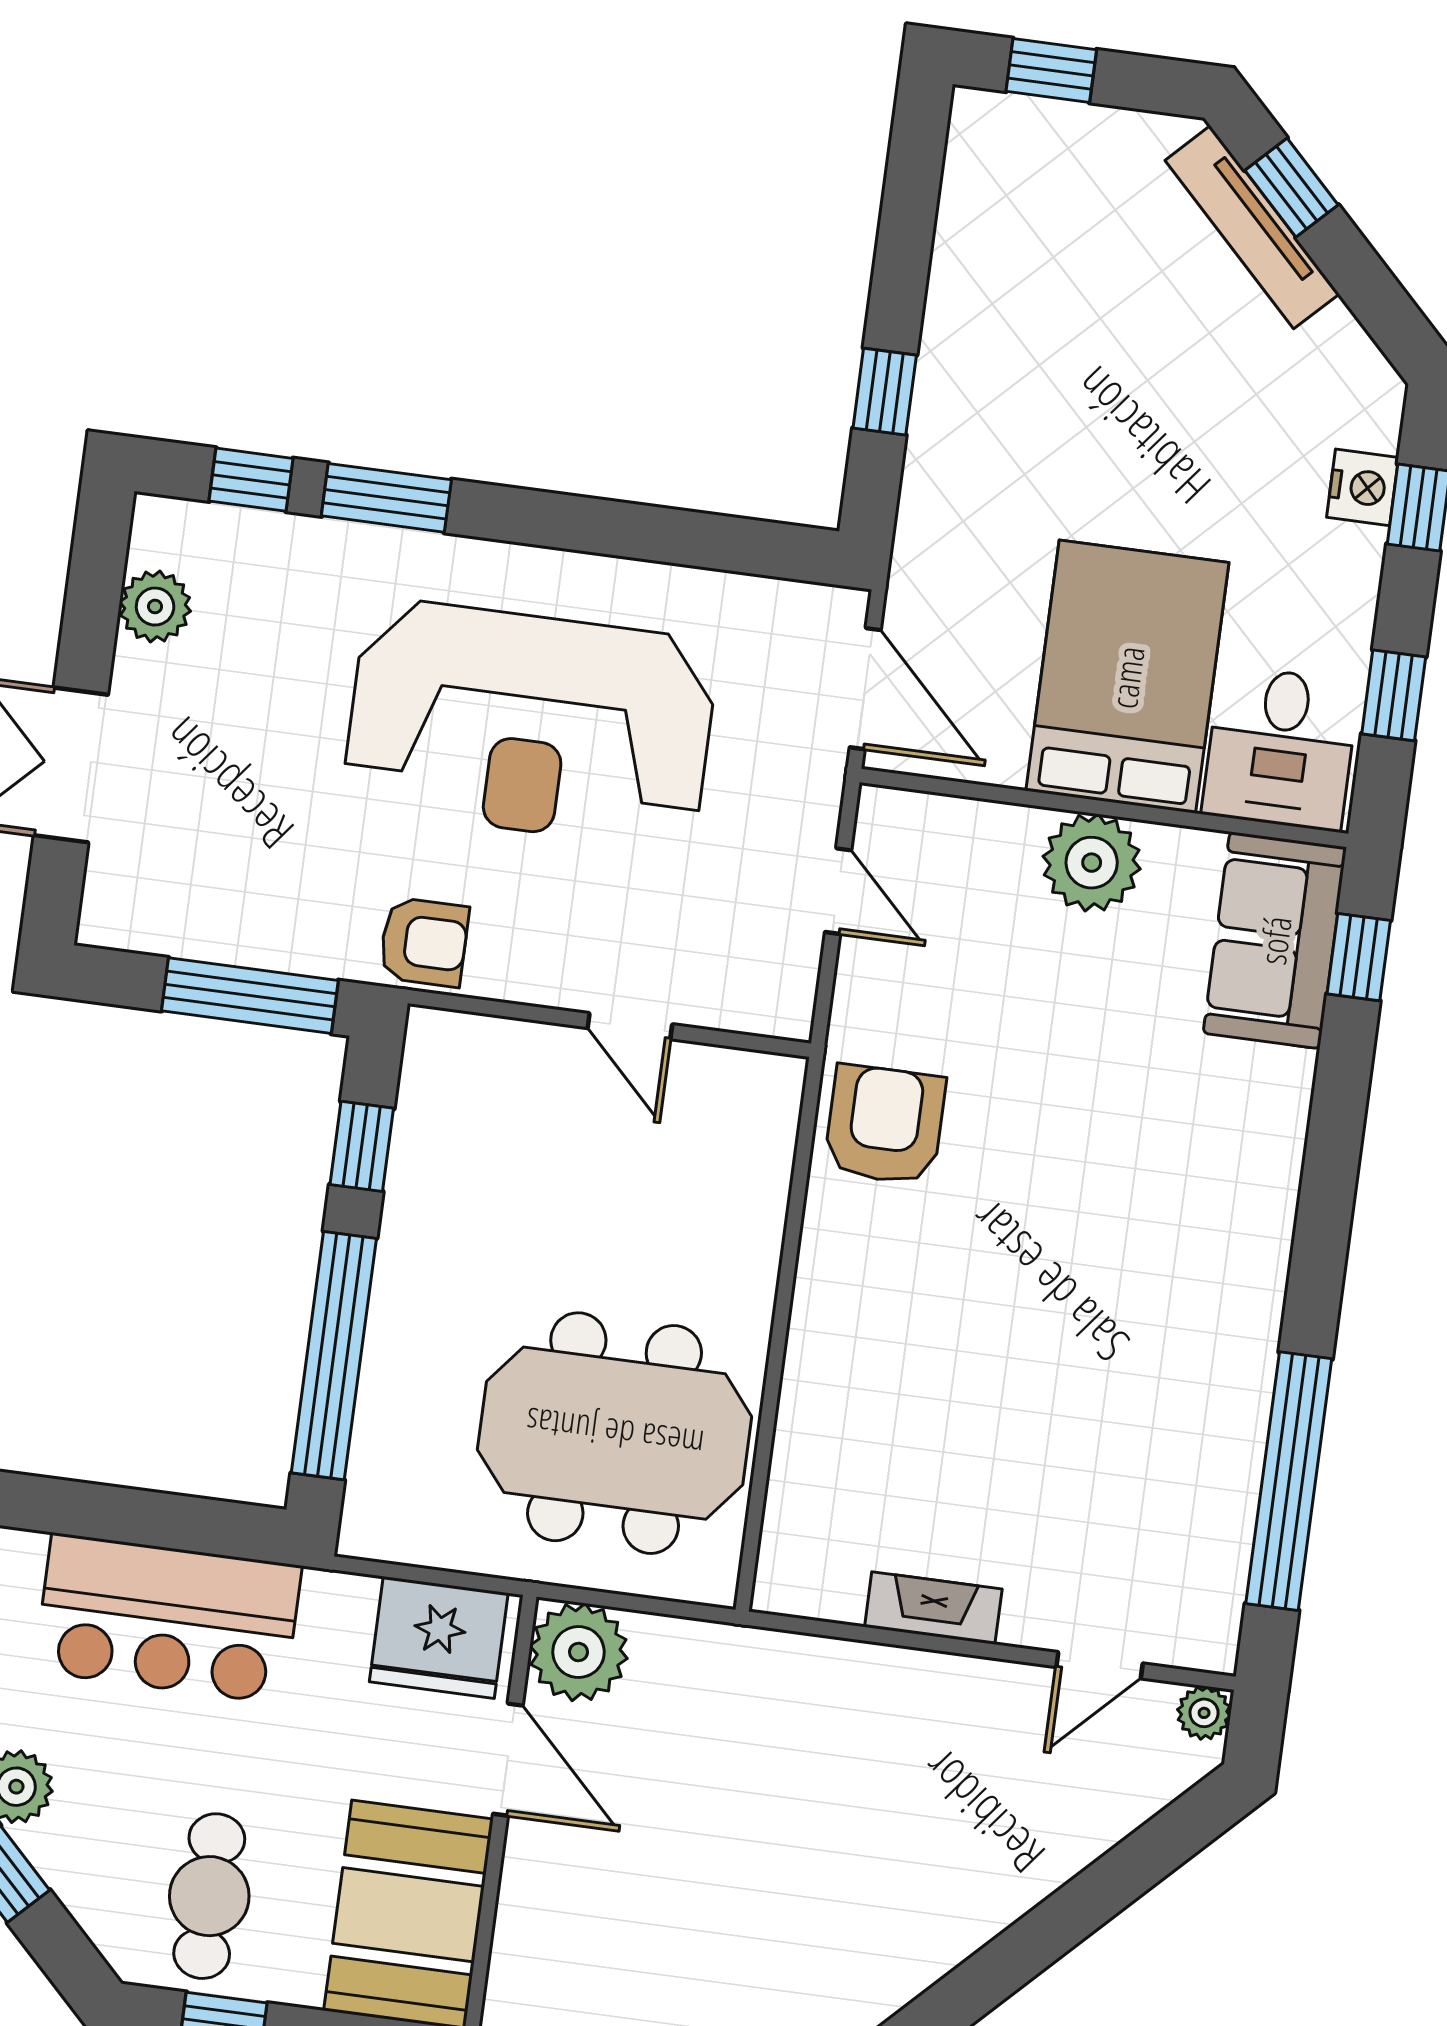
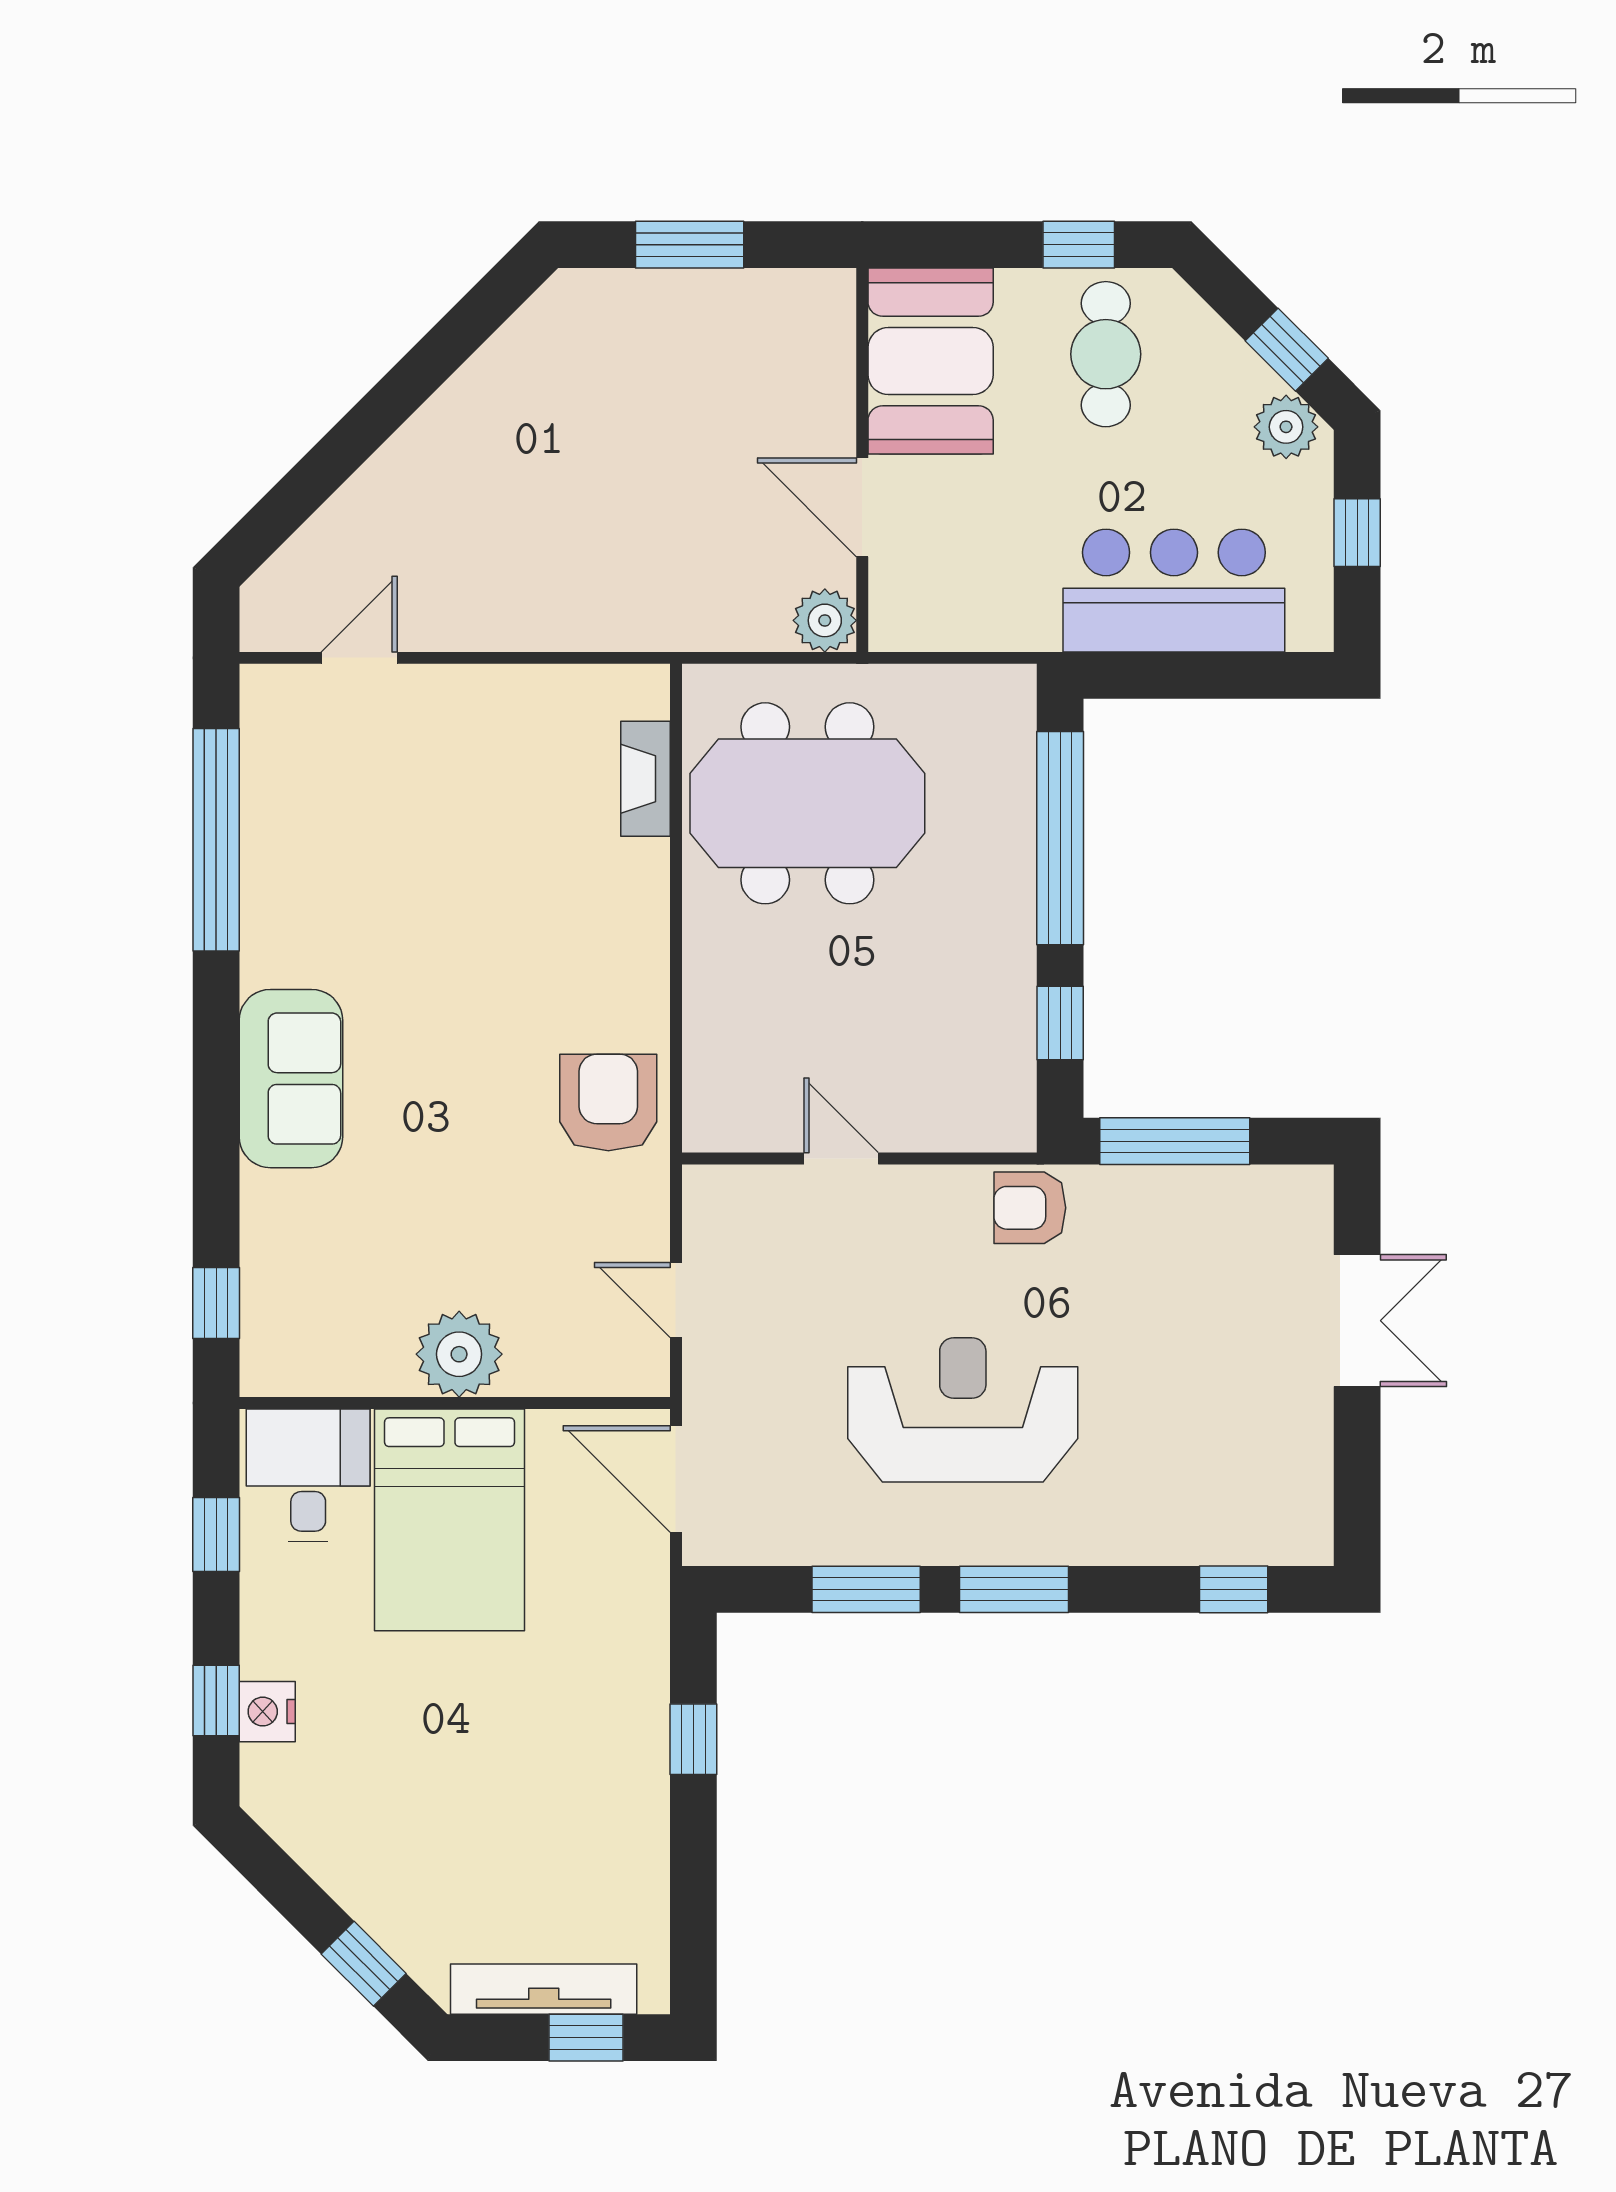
tv unit: (1252, 227) -> (544, 1989), moved, turned -45
window: (386, 498) -> (1014, 1589), moved
window: (667, 535) -> (866, 1589), added
plant: (155, 607) -> (1302, 1468), removed
reception desk: (530, 723) -> (963, 1410), width x0.74, depth x0.77
sofa: (1275, 940) -> (291, 1079), moved
armchair: (885, 1125) -> (608, 1103), turned 180
fireplace: (933, 1608) -> (646, 779), moved, turned 90
fridge: (439, 1637) -> (936, 605), removed
plant: (579, 1652) -> (825, 620), width x0.73, depth x0.73
plant: (1204, 1713) -> (263, 629), removed

